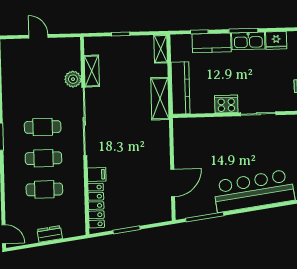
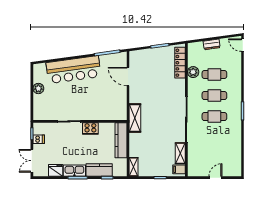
door: (38, 36) -> (215, 178), swing flipped
plant: (73, 79) -> (193, 72), moved
shelving: (160, 99) -> (135, 118), moved
filing cabinet: (97, 174) -> (179, 169), moved
door: (173, 183) -> (128, 77), hinge flipped

